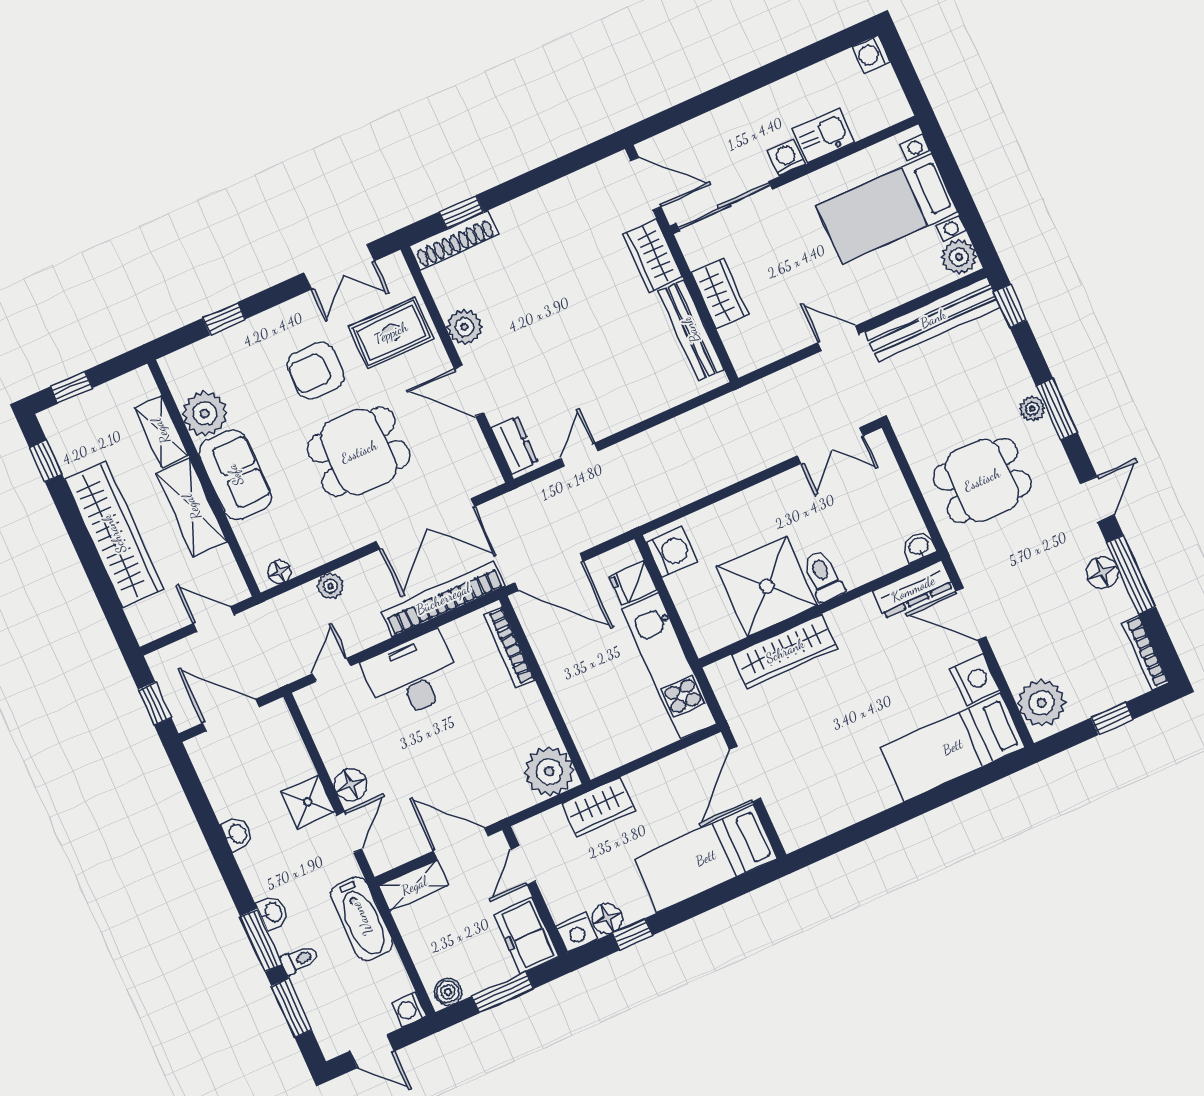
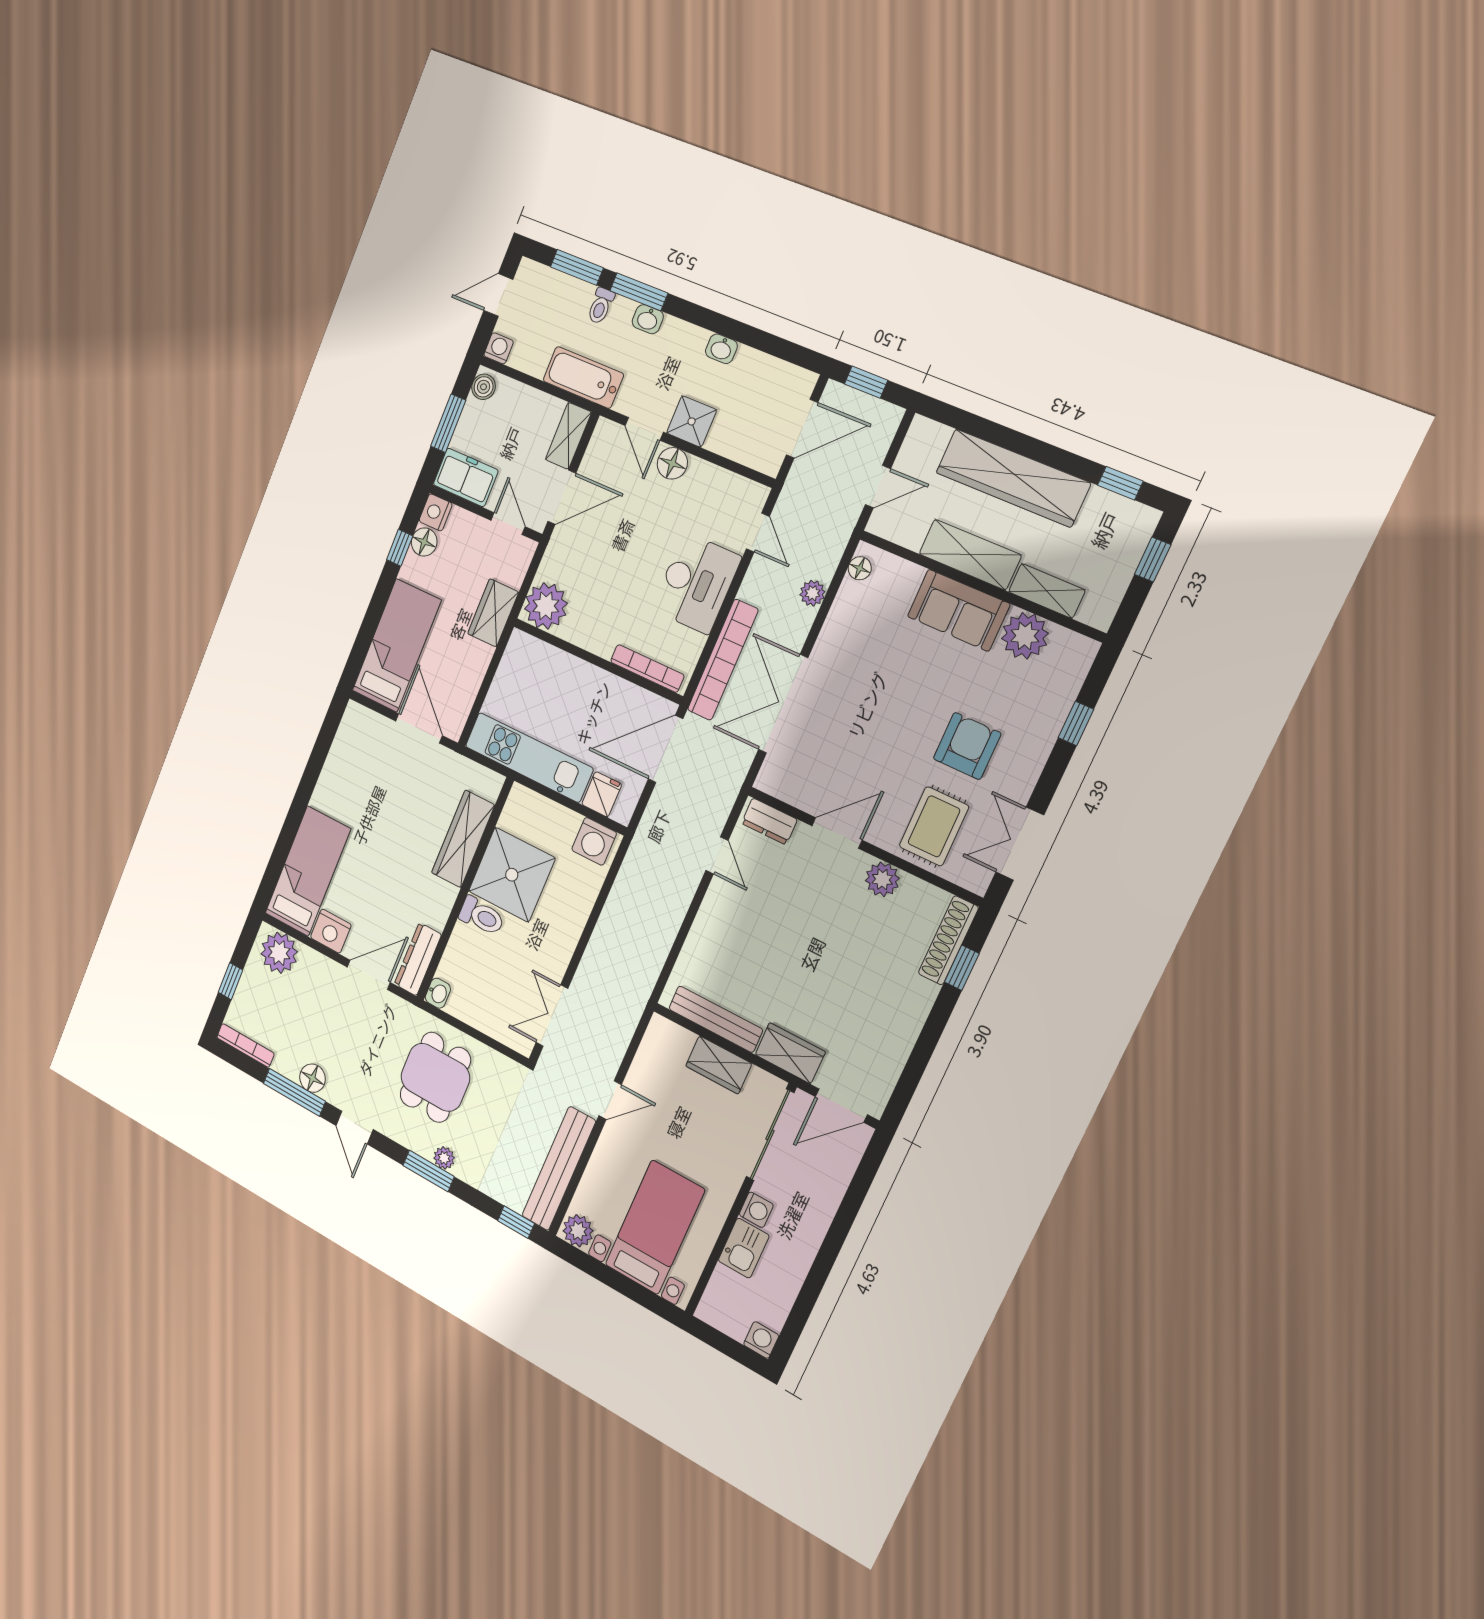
dining table: (359, 452) -> (880, 713), removed

